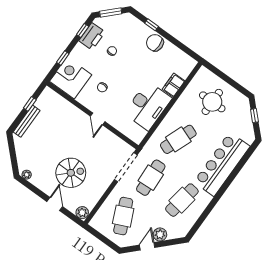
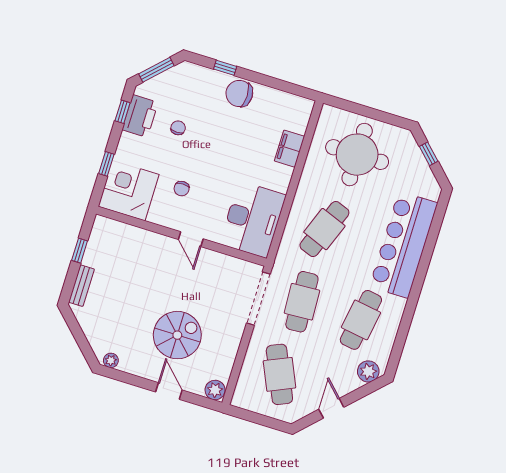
round table: (212, 102) -> (357, 155), width x1.36, depth x1.36
desk: (148, 106) -> (253, 219), moved
bench: (27, 121) -> (81, 286), width x0.73
plant: (160, 234) -> (368, 371), moved

